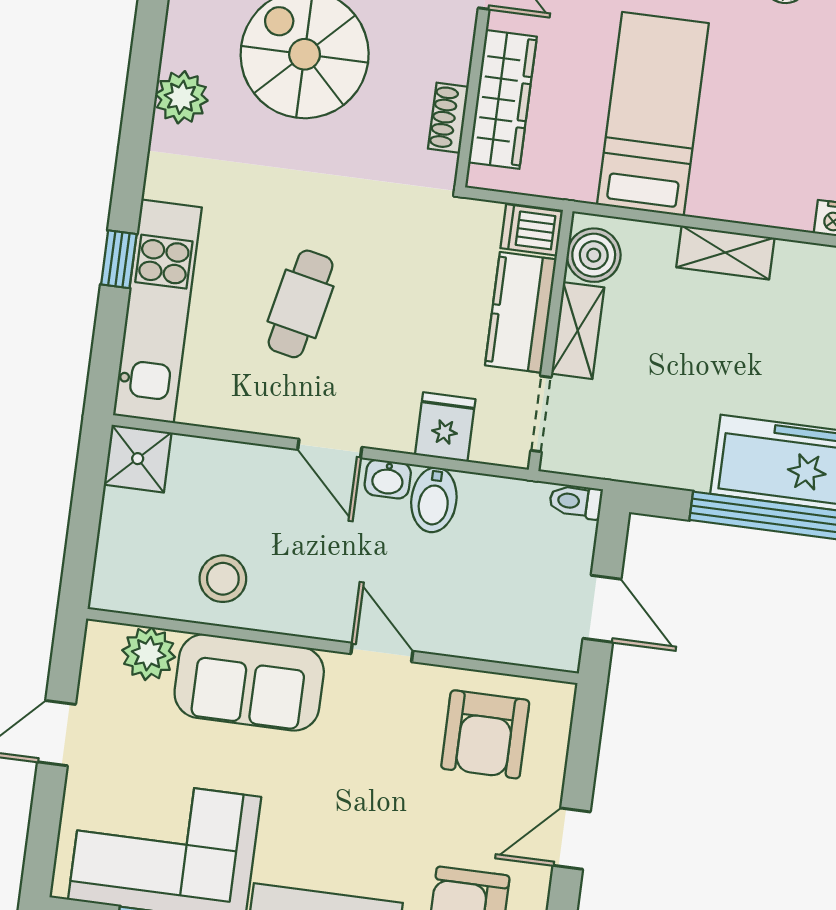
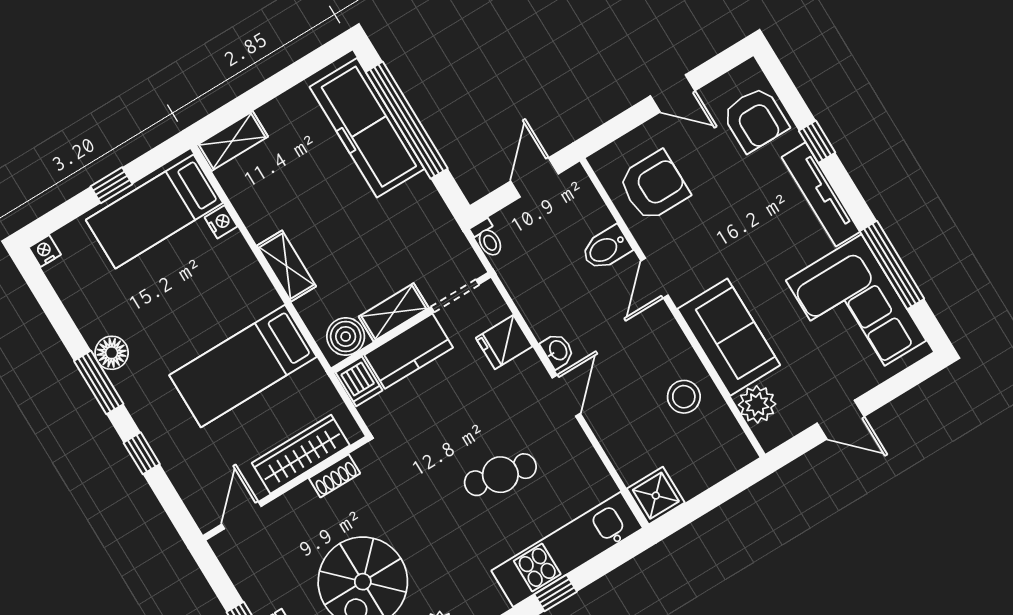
bidet: (434, 500) -> (606, 248), moved, turned 180

